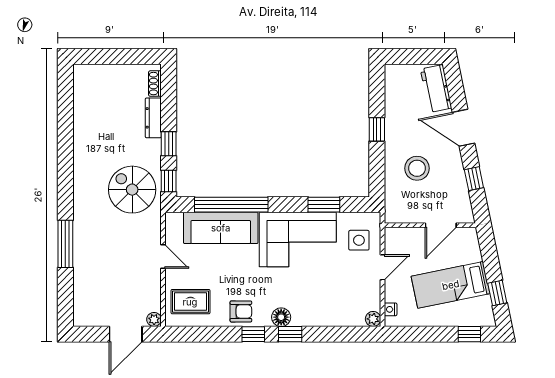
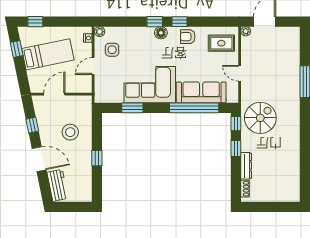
spiral stairs: (132, 190) -> (260, 118), turned -90
side table: (359, 240) -> (112, 50), moved

